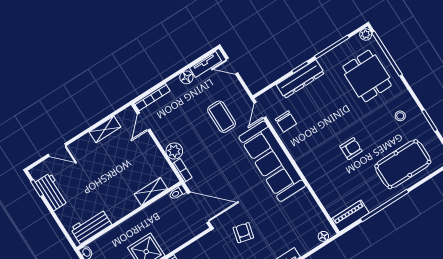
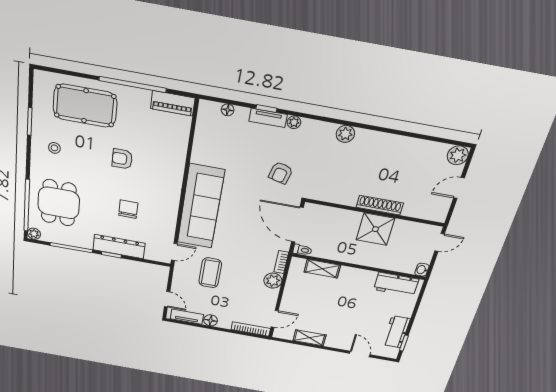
chair: (286, 121) -> (128, 209), moved
floor lamp: (323, 236) -> (228, 110), moved

